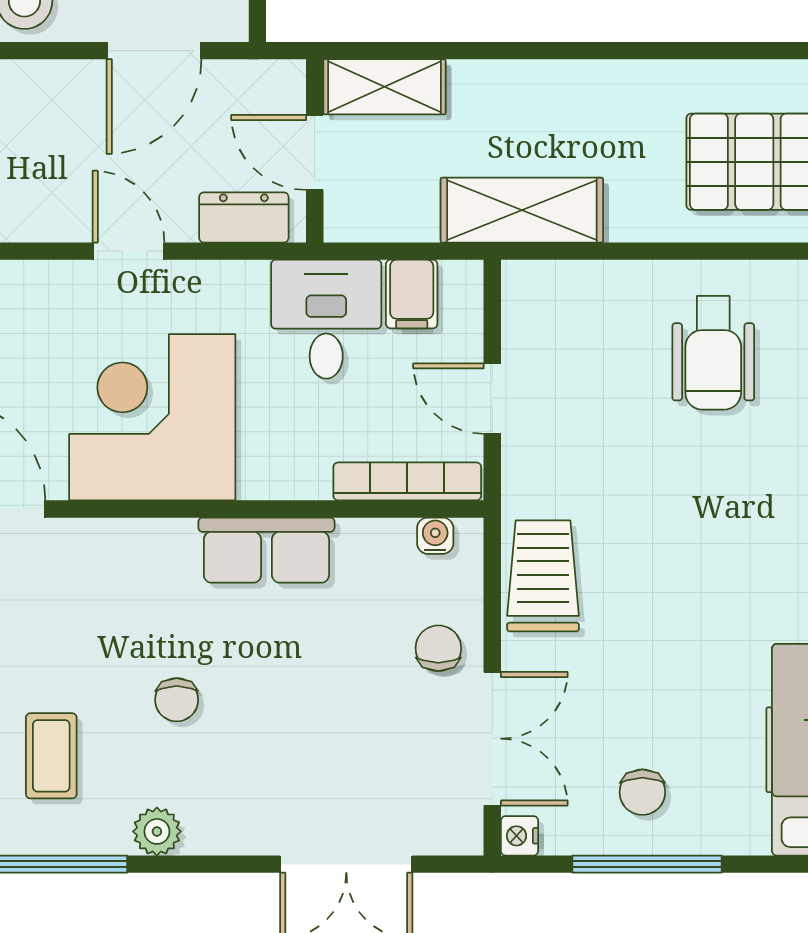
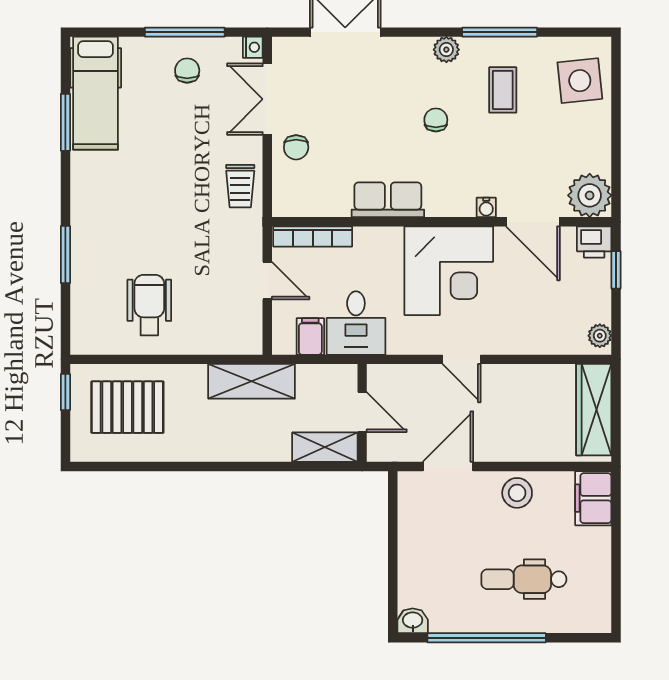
dresser: (244, 217) -> (400, 377), removed
water cooler: (435, 536) -> (486, 207), moved
trolley: (543, 576) -> (240, 186), width x0.73, depth x0.72

